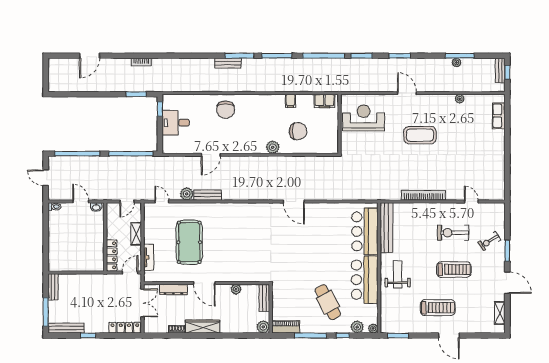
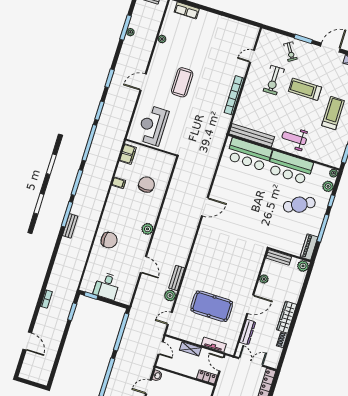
plant: (273, 147) -> (147, 229), moved
locker: (112, 255) -> (207, 377), width x0.66
treadmill: (454, 270) -> (305, 89), turned -90

